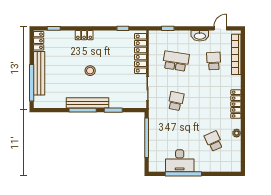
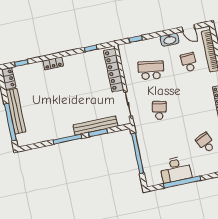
door: (220, 28) -> (189, 28), swing flipped
stool: (90, 71) -> (67, 98), removed
bench: (87, 103) -> (95, 126), moved

